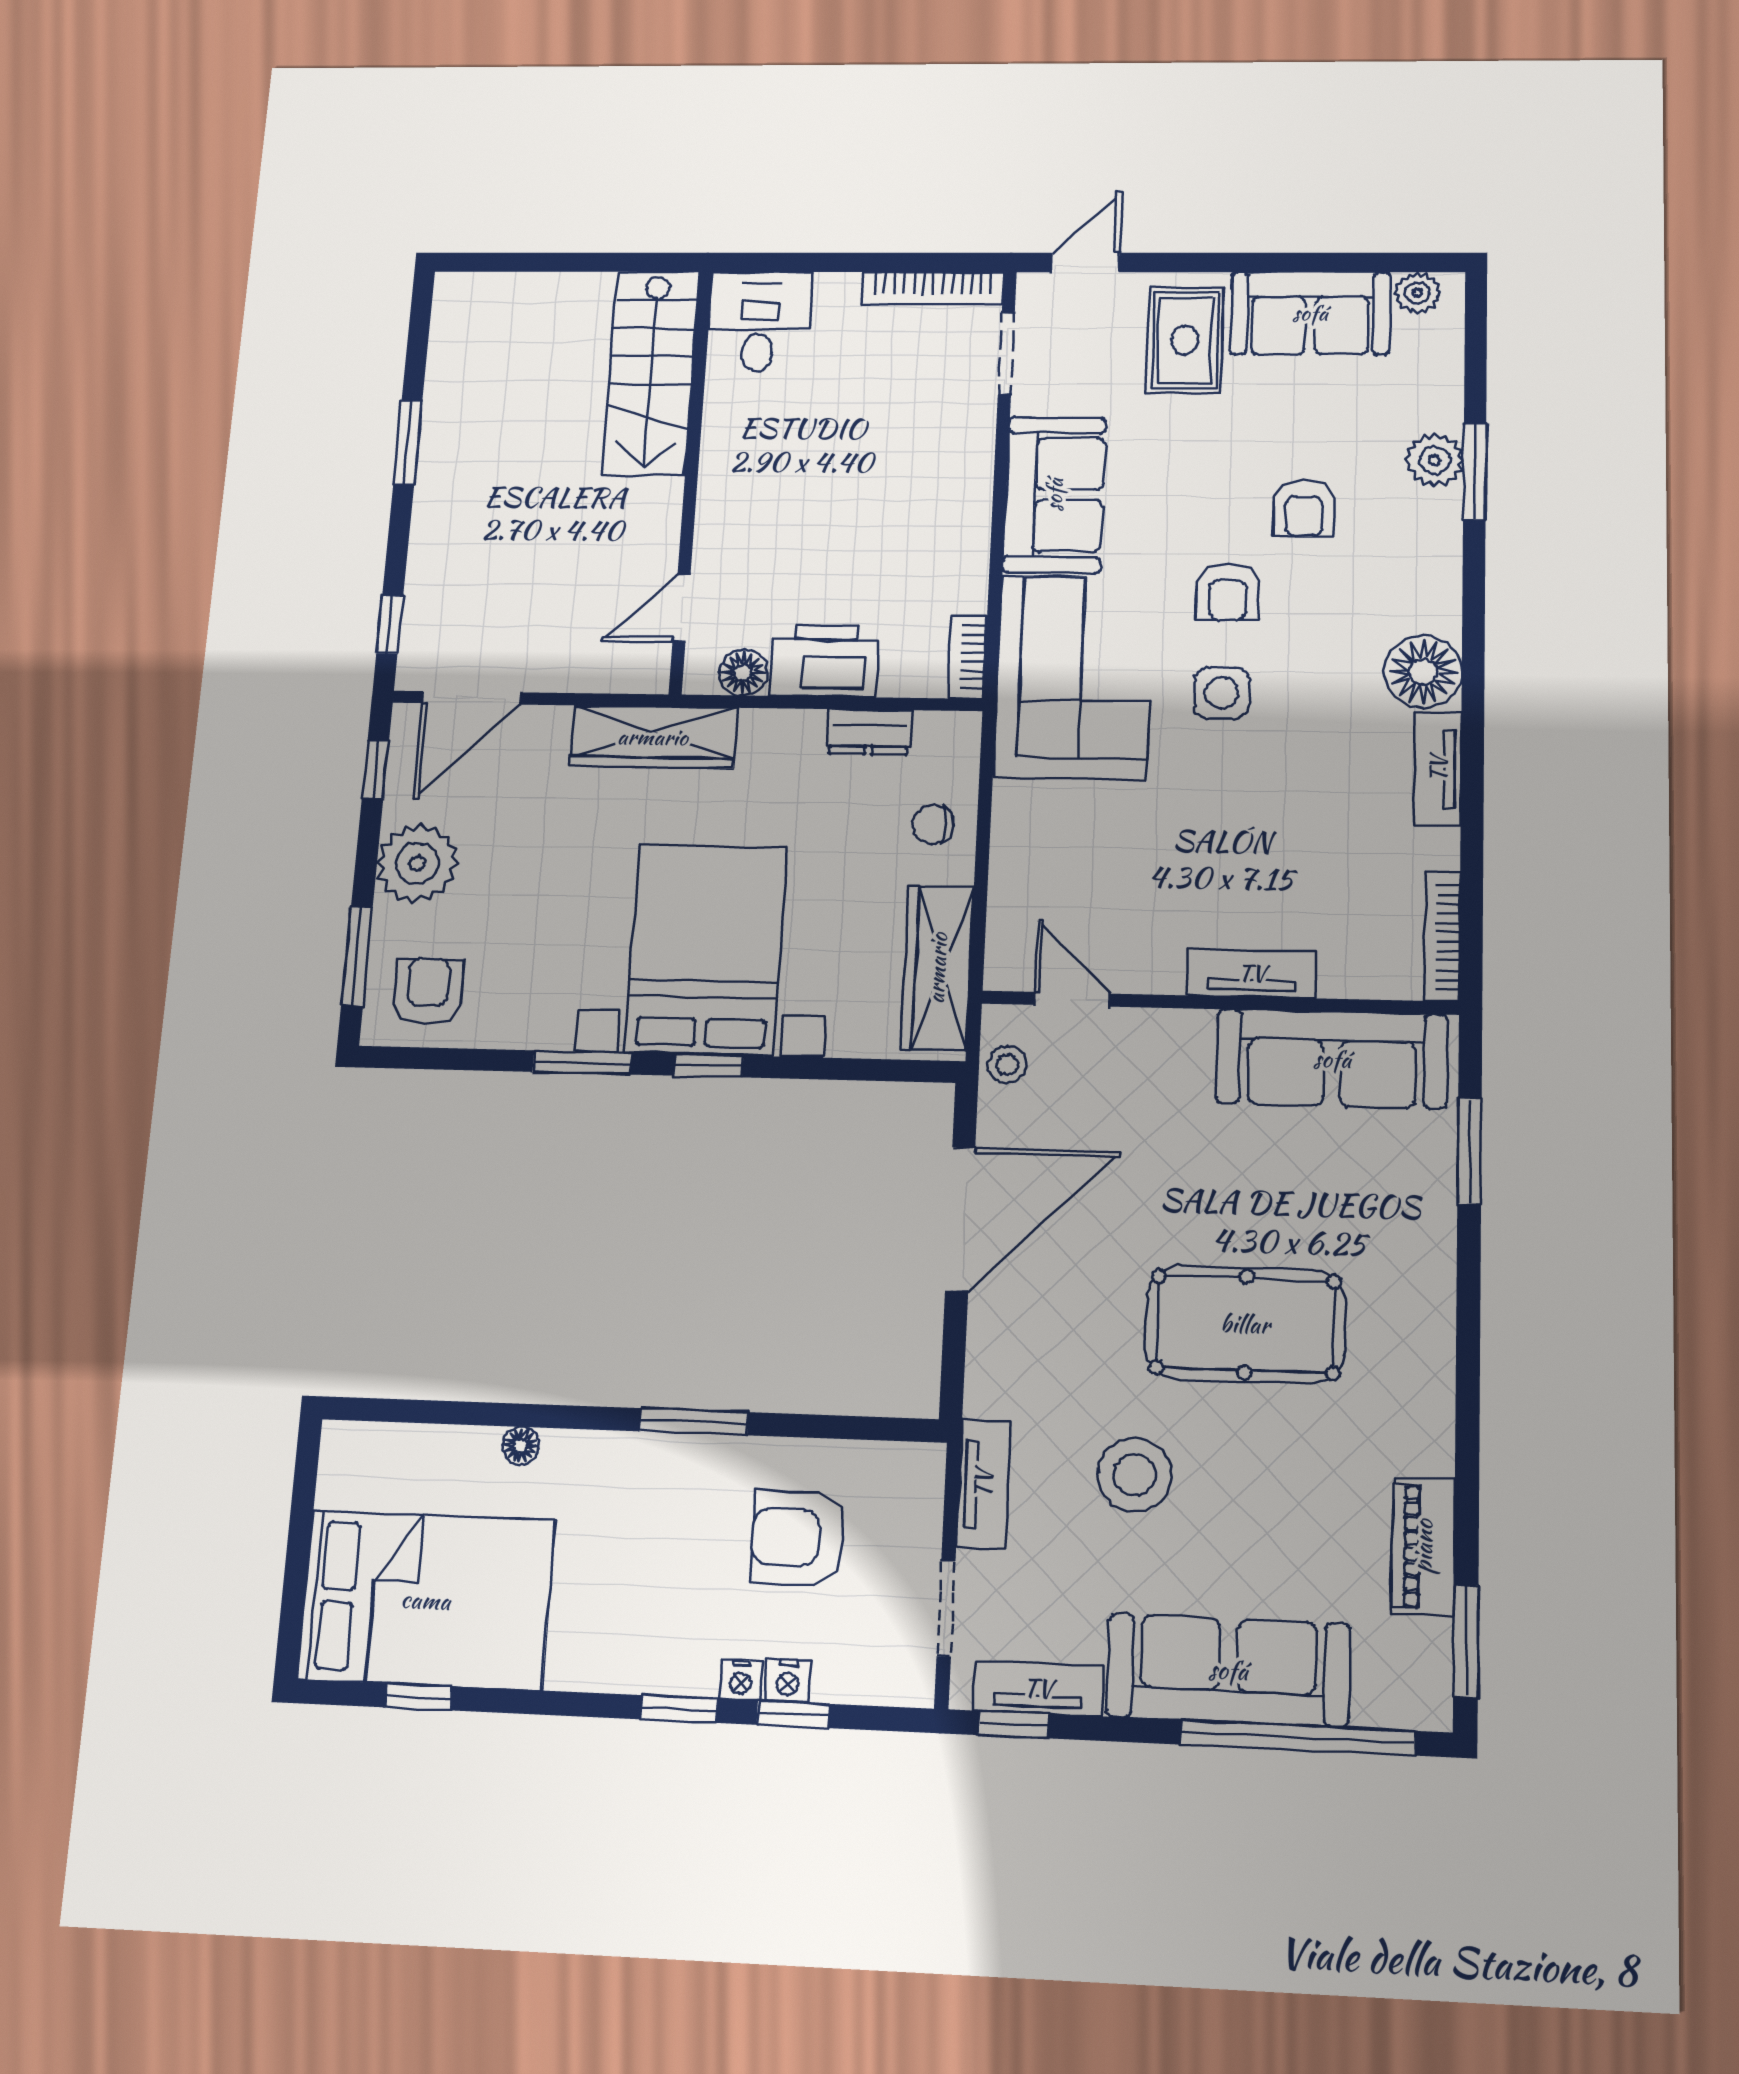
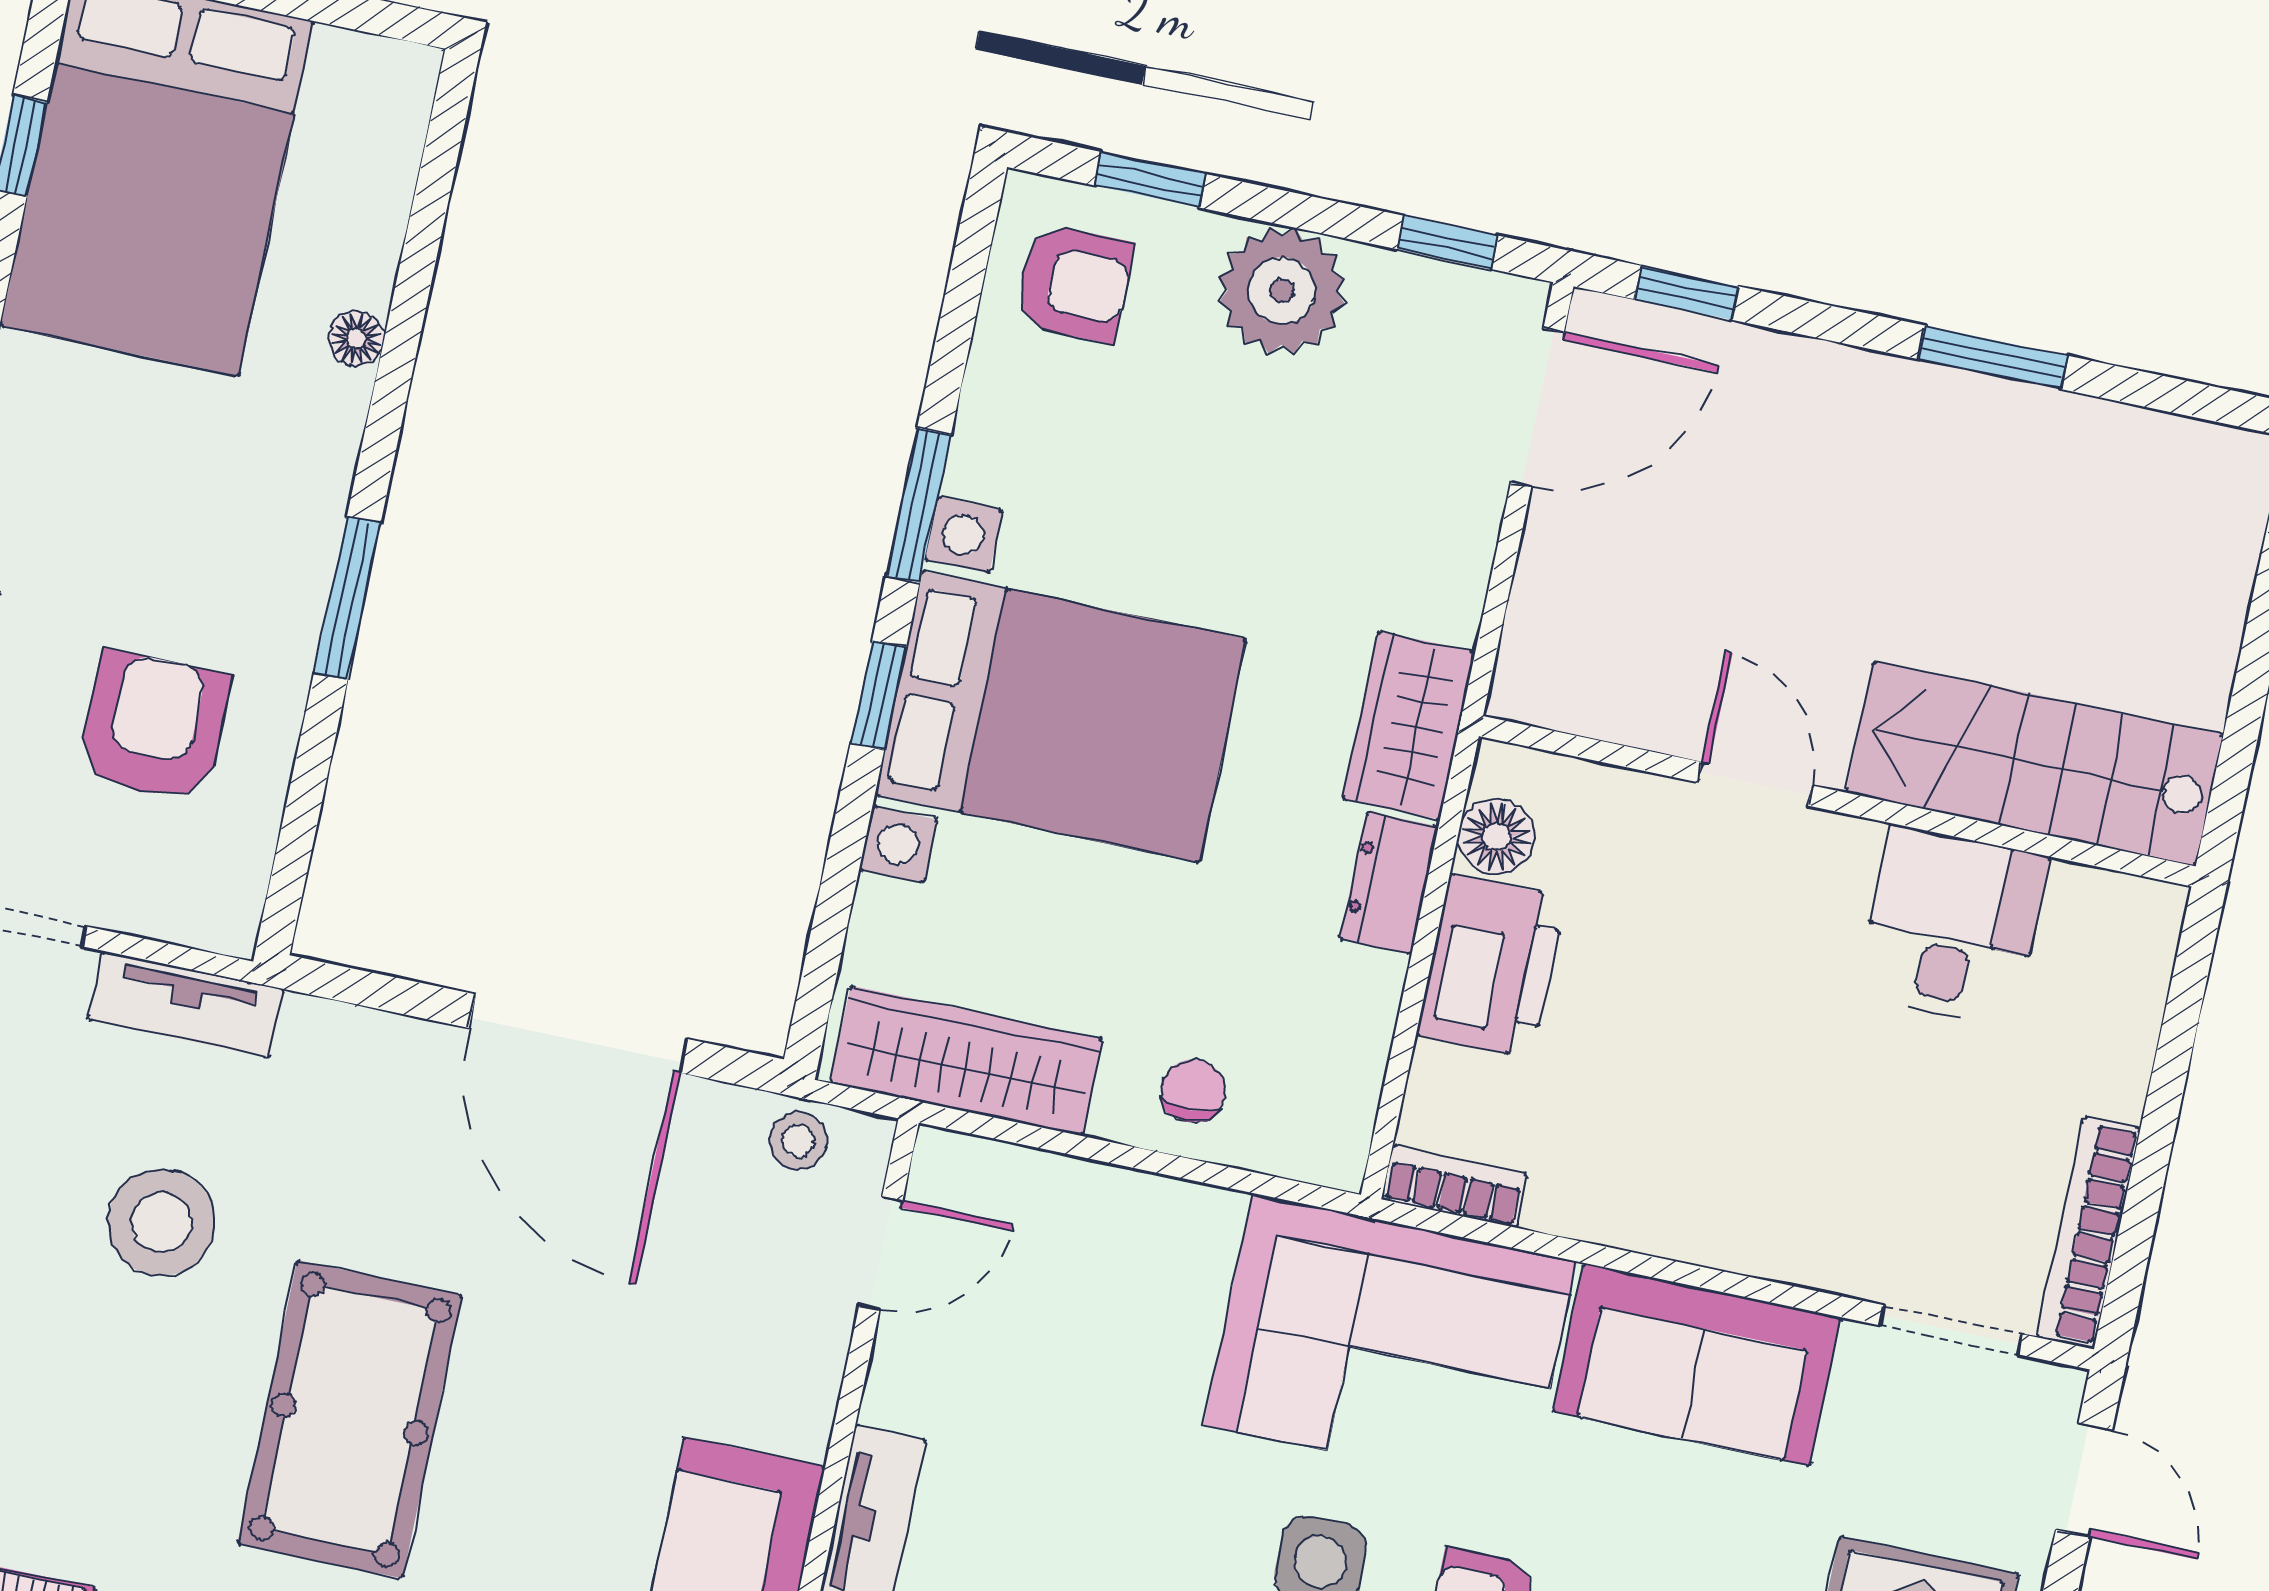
desk: (759, 322) -> (1952, 926), moved, turned -90
door: (681, 608) -> (1755, 784), moved
door: (472, 698) -> (1537, 407), swing flipped
dresser: (869, 732) -> (1389, 883), moved
wardrobe: (653, 737) -> (1409, 725), width x0.67
window: (357, 956) -> (1150, 180), width x0.67

